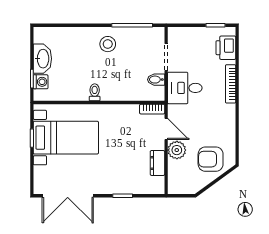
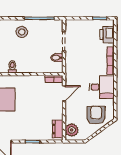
desk: (185, 88) -> (102, 87), moved, turned 180
door: (166, 129) -> (64, 93), hinge flipped
plant: (177, 150) -> (72, 130), moved
armchair: (211, 159) -> (96, 115), turned 90
dresser: (157, 163) -> (58, 129), moved

